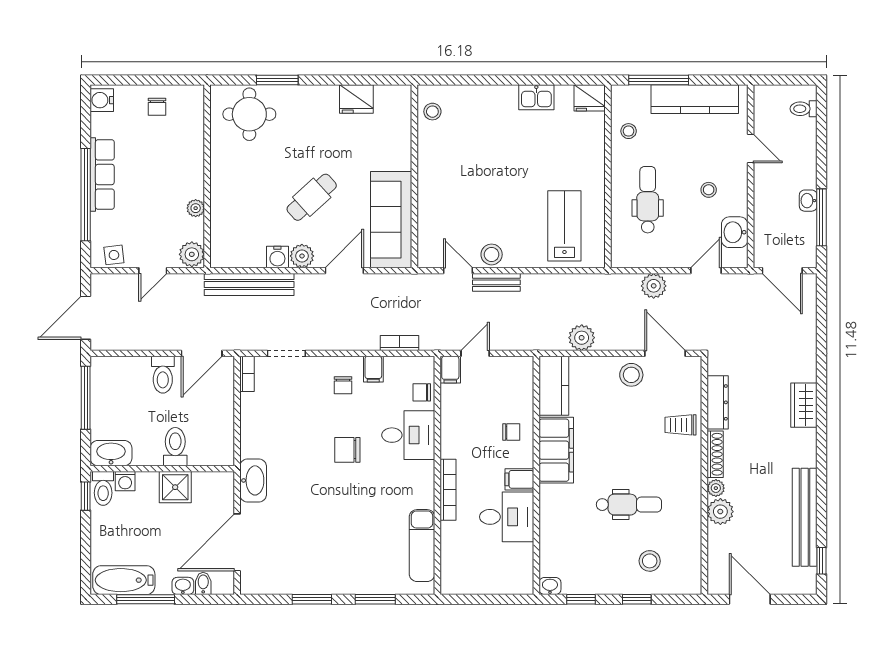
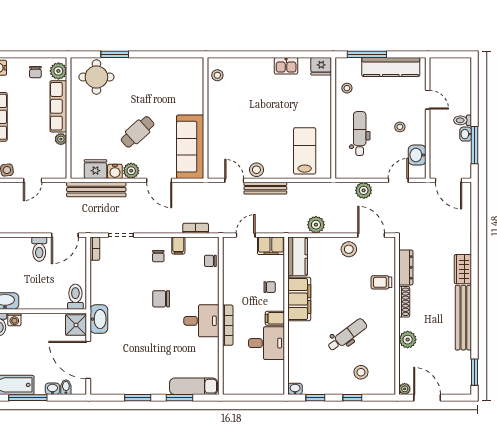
fridge: (356, 99) -> (95, 169), moved, turned 180
toilet: (804, 109) -> (463, 120), moved
row of seats: (192, 159) -> (58, 106), added
plant: (192, 254) -> (58, 71), moved
door: (344, 271) -> (159, 180), swing flipped
bench: (496, 282) -> (265, 188), width x1.36
filing cabinet: (450, 370) -> (271, 246), moved, width x2.00
desk: (408, 435) -> (201, 321), moved
toilet: (175, 447) -> (75, 297), moved
shower: (175, 487) -> (76, 325), moved
plant: (716, 488) -> (405, 389), moved
dental chair: (629, 505) -> (347, 335), turned -37
bench: (805, 517) -> (463, 318), moved
door: (237, 542) -> (88, 360), hinge flipped
exam couch: (422, 546) -> (194, 386), moved, turned 90
window: (821, 561) -> (474, 372), width x1.50

